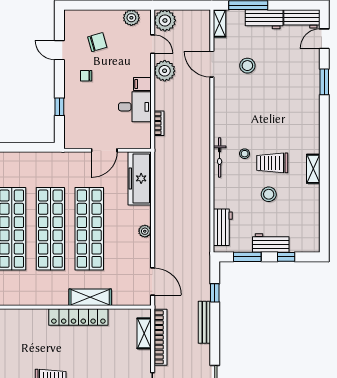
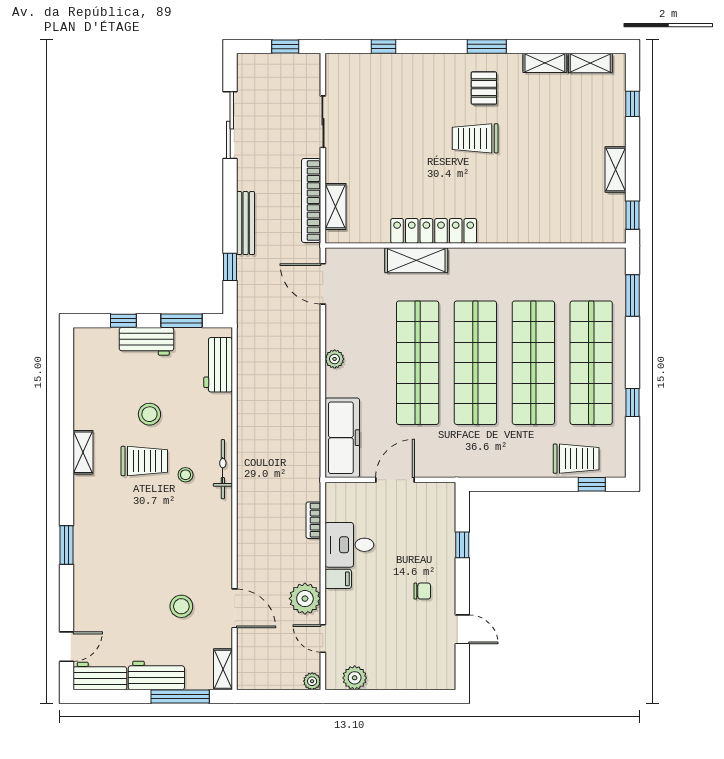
plant: (165, 20) -> (312, 681), width x0.53, depth x0.53
chair: (97, 42) -> (406, 641), removed
window: (324, 82) -> (66, 545), moved

